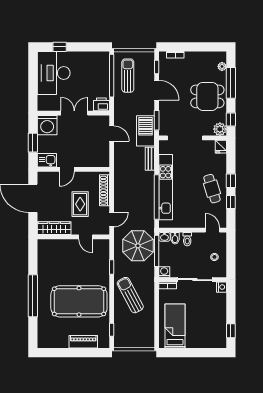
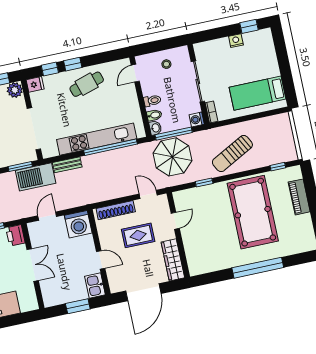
double door: (74, 113) -> (33, 265), swing flipped
washing machine: (47, 125) -> (78, 224), moved, turned 90
window: (231, 202) -> (50, 69), moved
nightstand: (221, 287) -> (236, 41), moved

